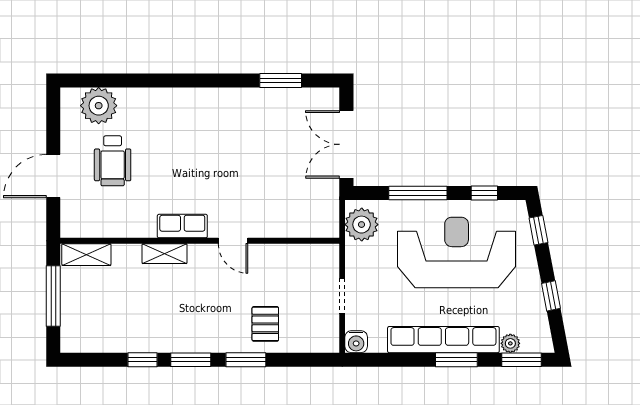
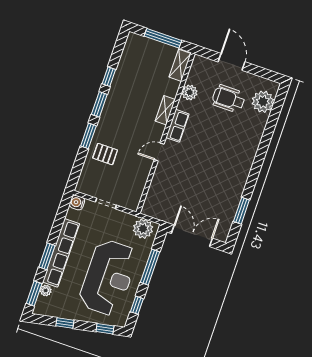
plant: (124, 225) -> (190, 92), added

